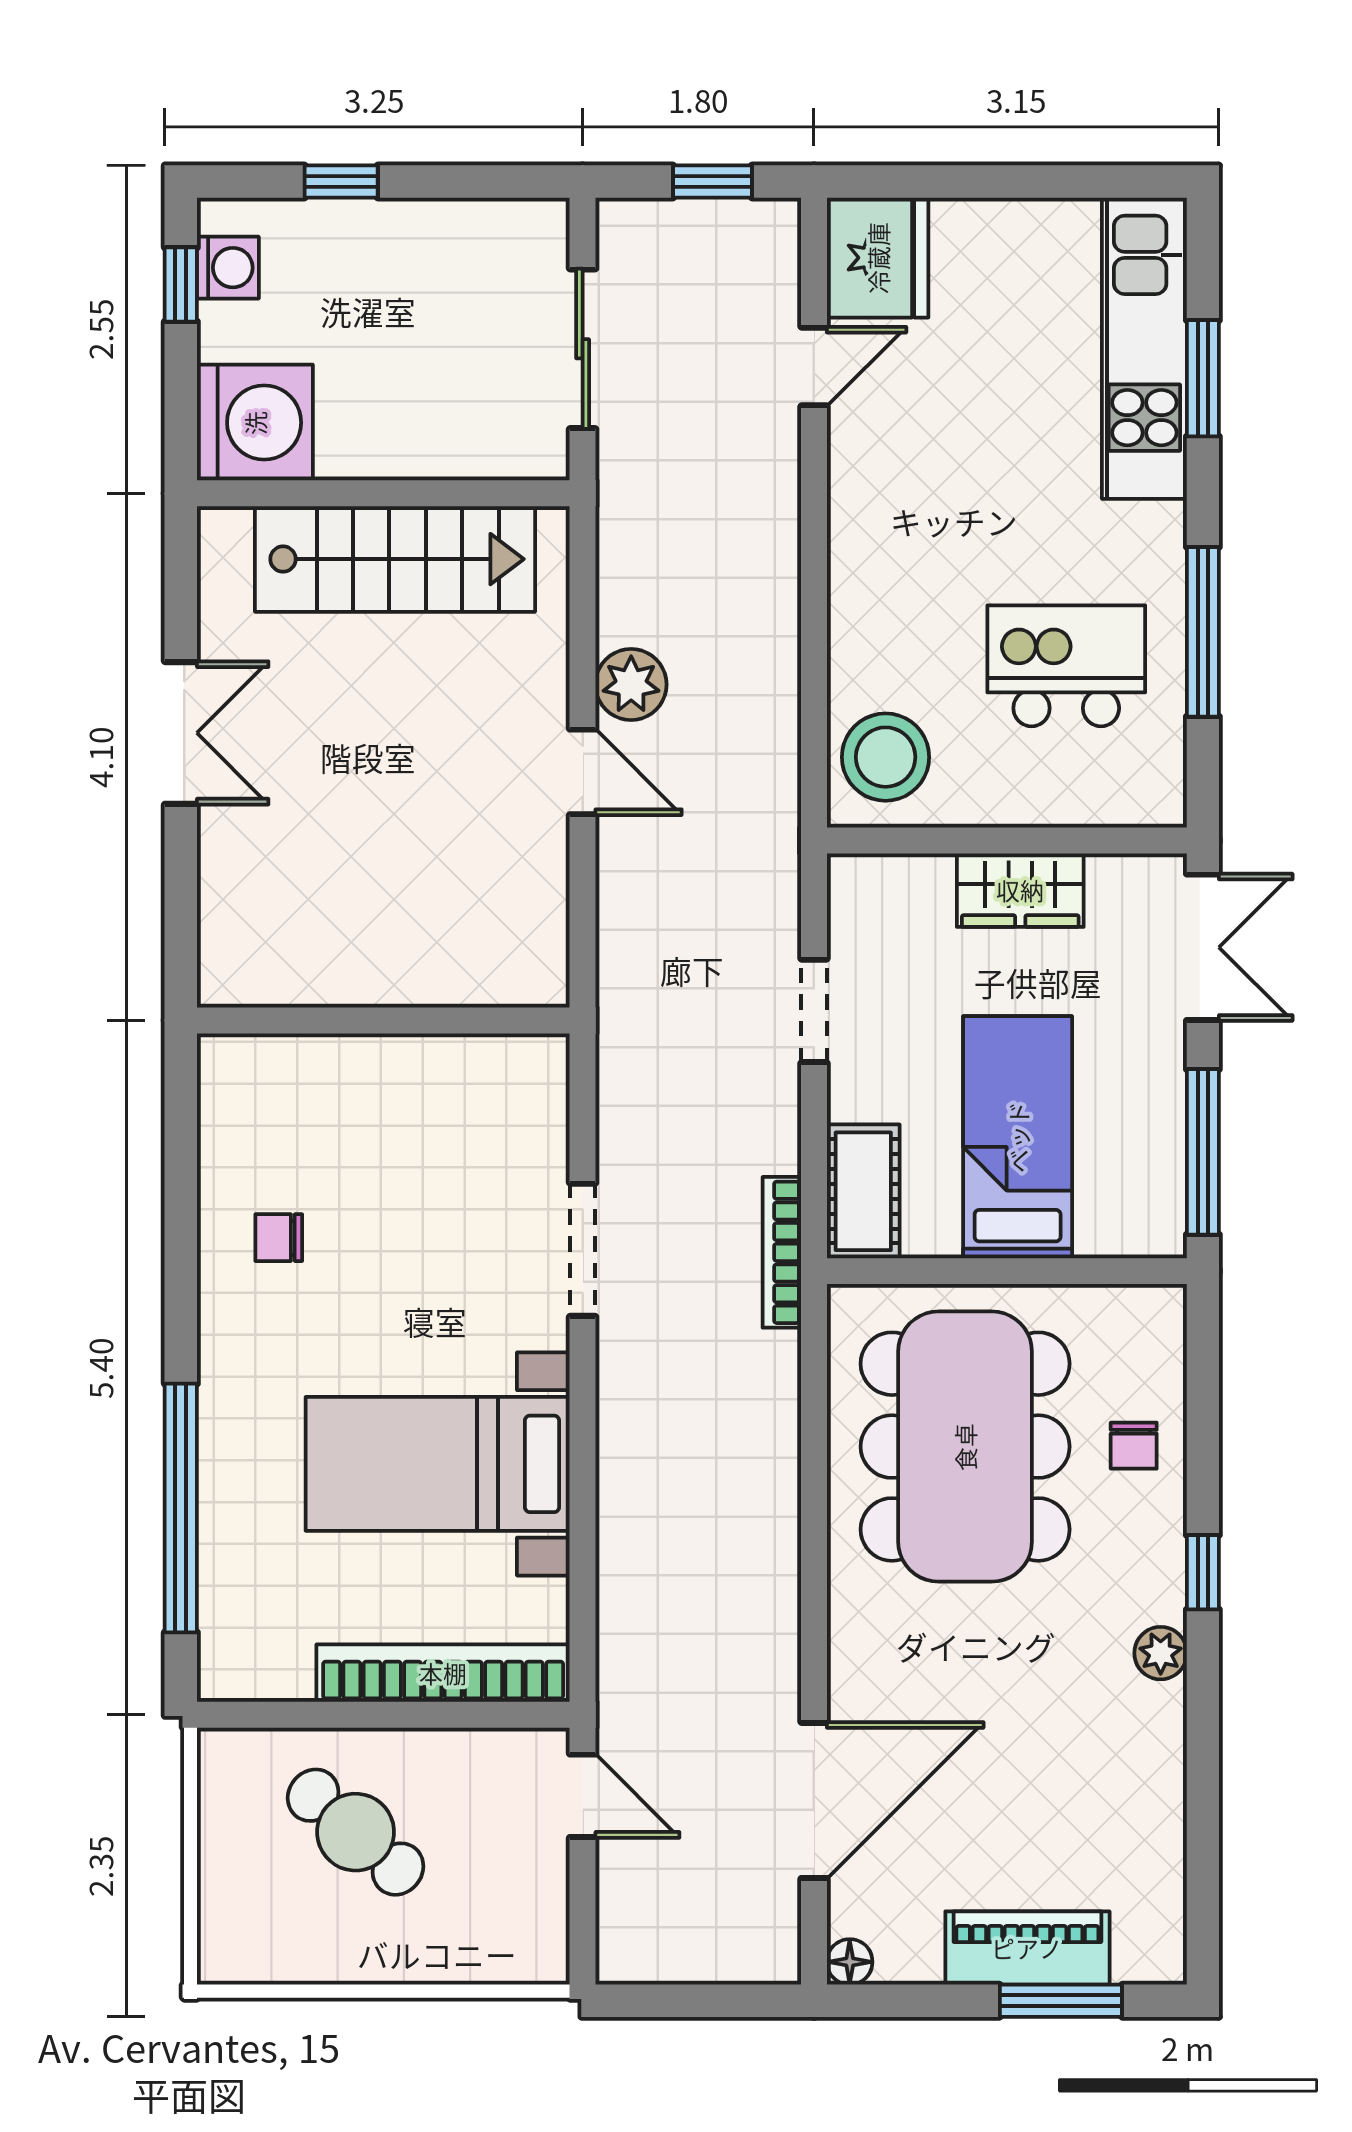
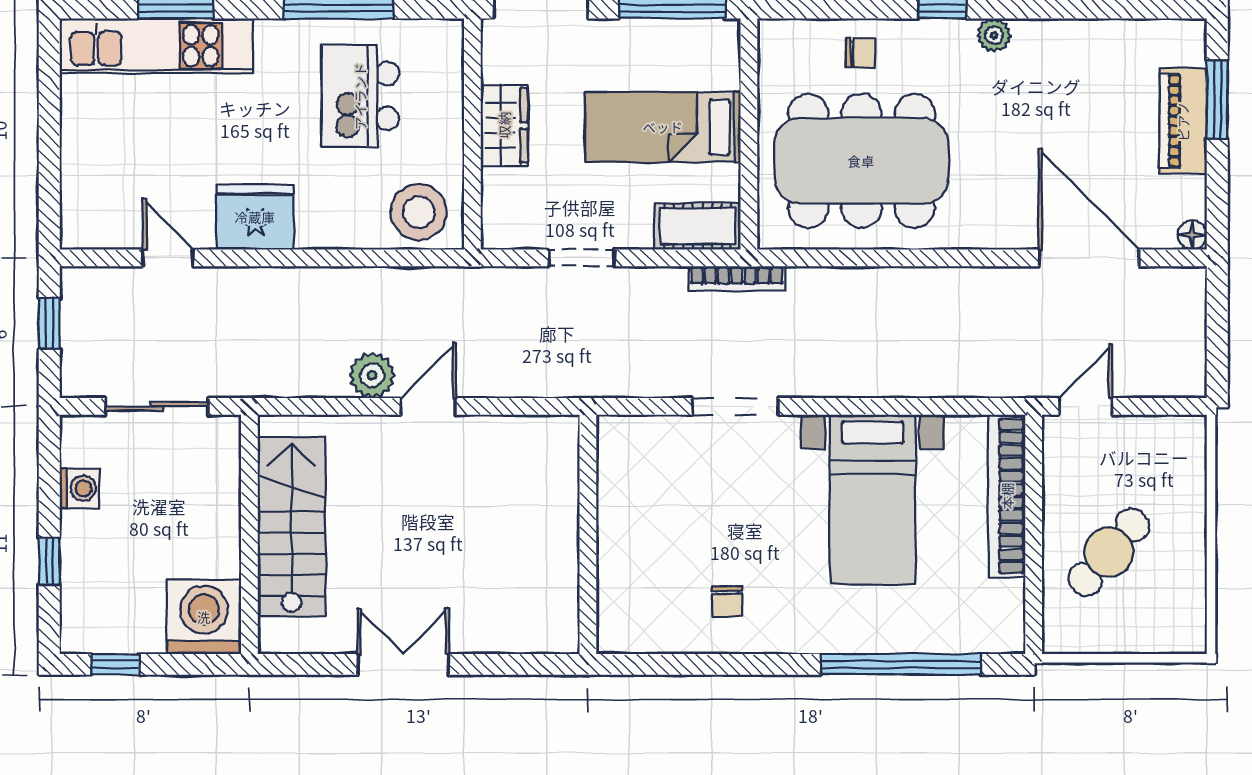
fridge: (878, 258) -> (255, 217), moved
washing machine: (228, 268) -> (79, 488), moved, turned 90

